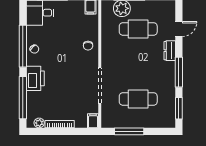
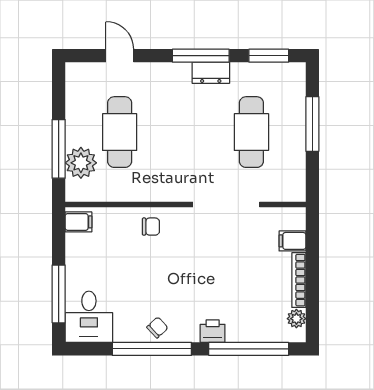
dresser: (170, 51) -> (211, 73), moved
printer: (35, 78) -> (213, 331), width x0.53, depth x0.68
filing cabinet: (93, 121) -> (292, 241), moved
window: (129, 131) -> (312, 124), moved

